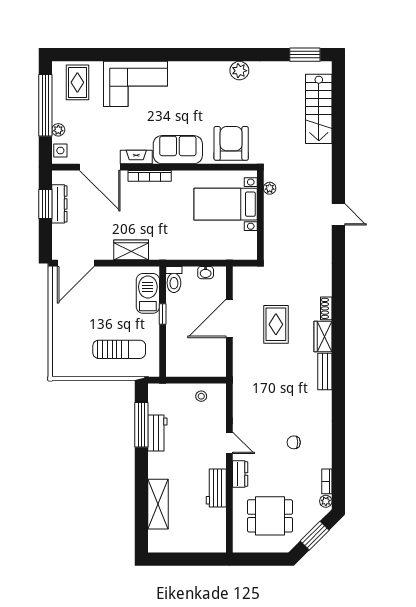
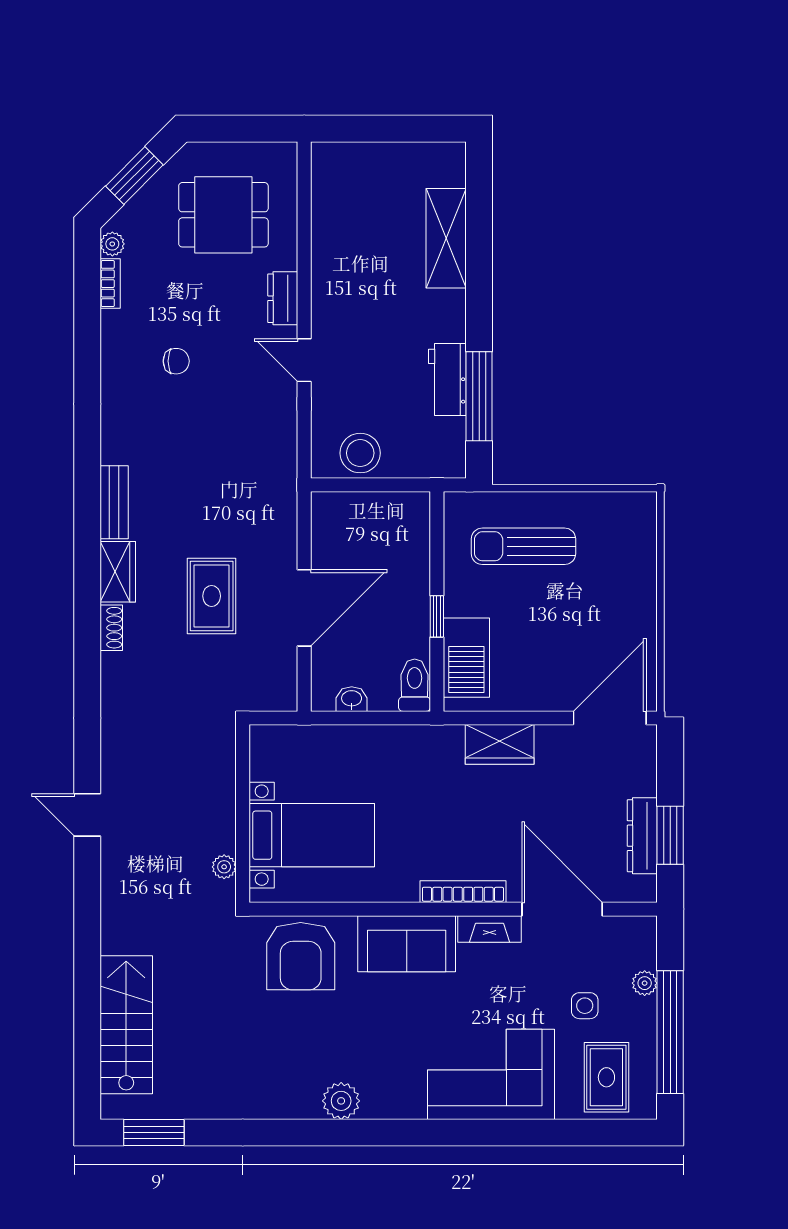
plant: (239, 71) -> (341, 1101), moved
side table: (60, 151) -> (585, 1006), moved
stool: (201, 396) -> (360, 453), width x1.89, depth x1.89
workbench: (216, 488) -> (330, 270), removed

